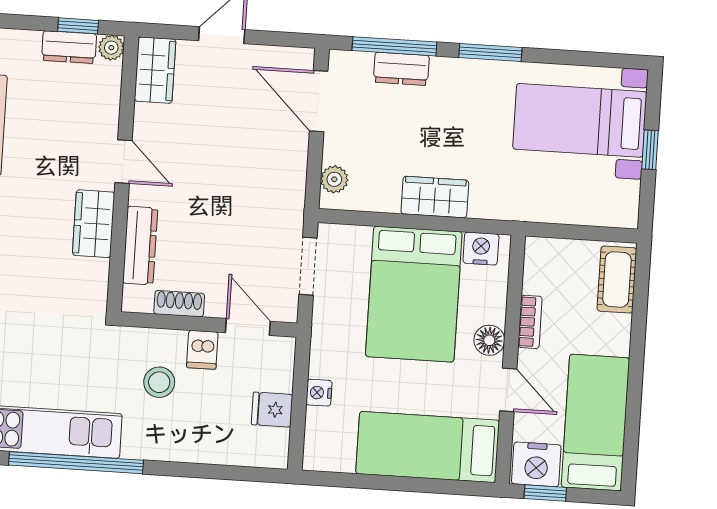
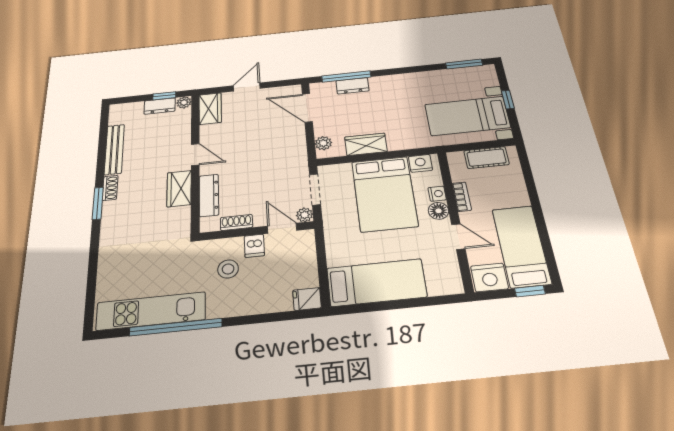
window: (490, 52) -> (464, 64), moved
bed with nightstands: (580, 120) -> (467, 116), moved
wardrobe: (435, 197) -> (366, 144), moved
cot: (617, 279) -> (486, 158), moved, turned 90
plant: (285, 310) -> (305, 215), added
nightstand: (319, 393) -> (437, 194), moved, turned 180
fridge: (272, 410) -> (307, 299), moved
bed: (428, 447) -> (376, 283), moved, turned 180
window: (545, 493) -> (530, 291), moved

